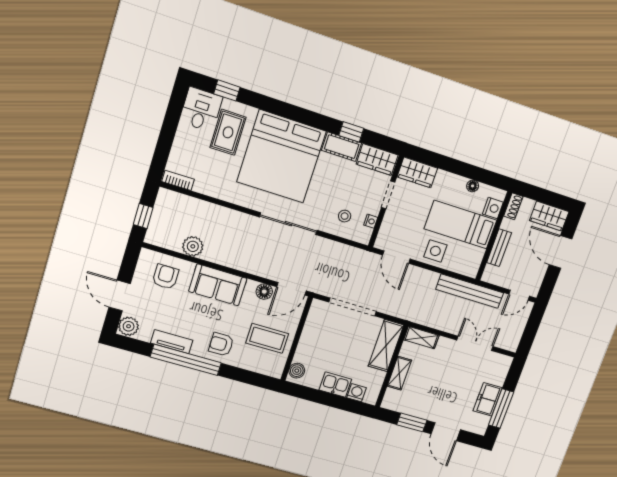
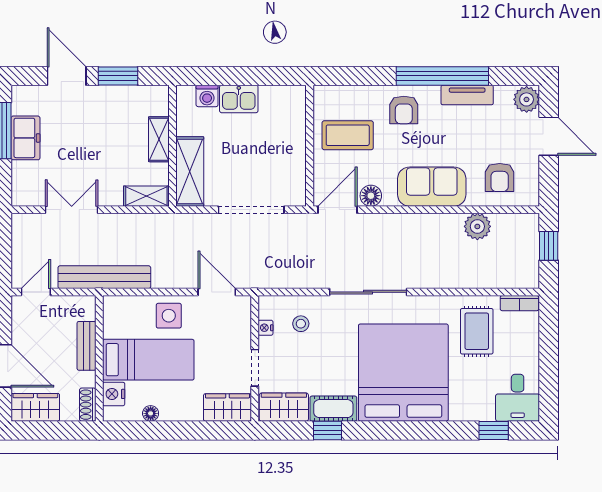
rug: (228, 132) -> (477, 331), moved
double door: (475, 343) -> (72, 210), swing flipped
armchair: (221, 344) -> (404, 110), turned 90
boiler: (297, 371) -> (296, 103), removed

